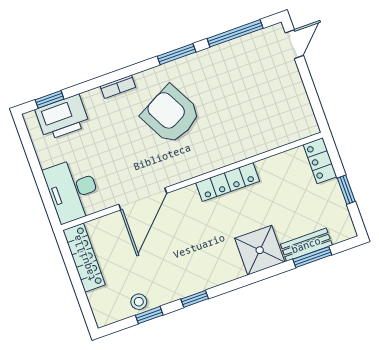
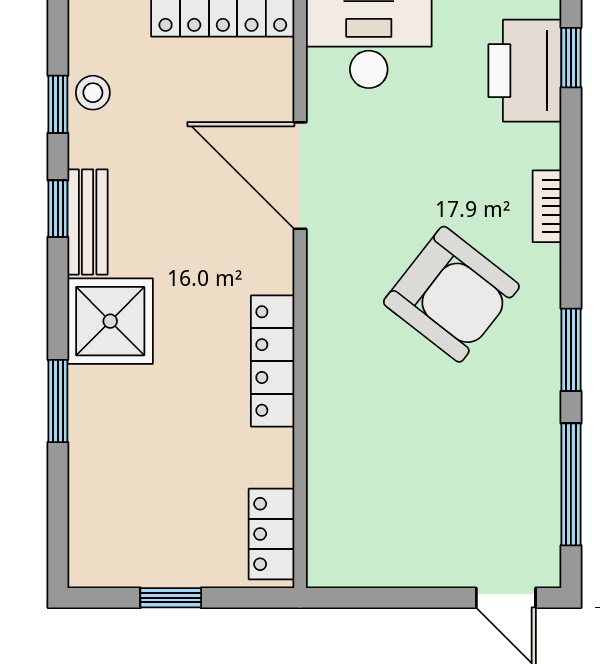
armchair: (171, 115) -> (451, 294), turned 66
locker: (320, 161) -> (272, 534), moved, turned -90
bench: (306, 245) -> (88, 222), moved
shower: (260, 250) -> (110, 321), moved
window: (312, 257) -> (58, 401), moved

